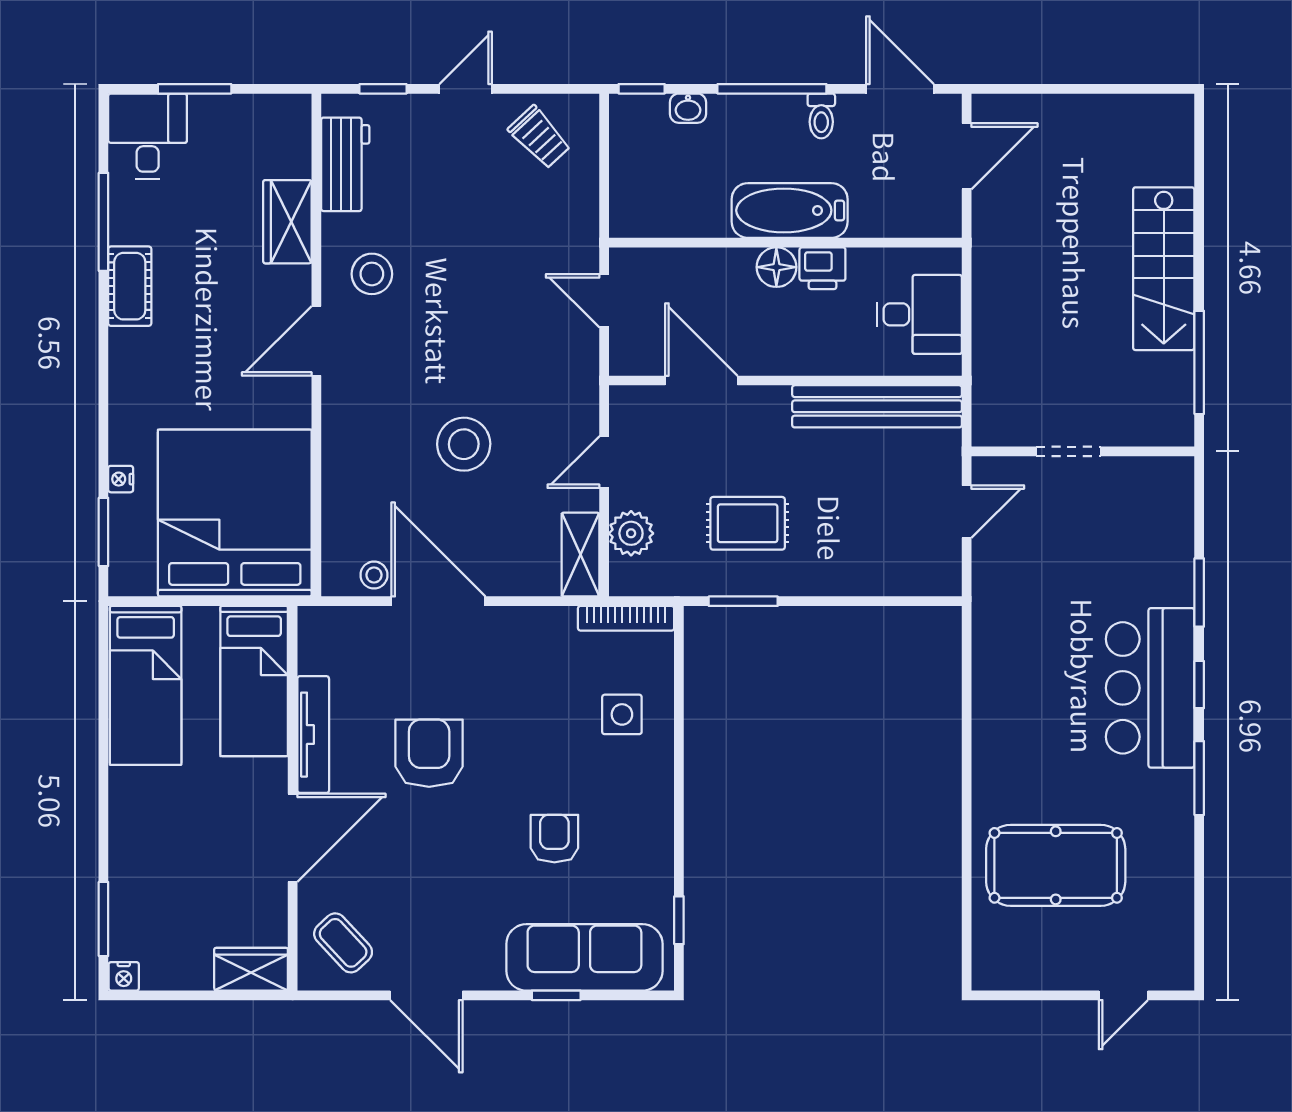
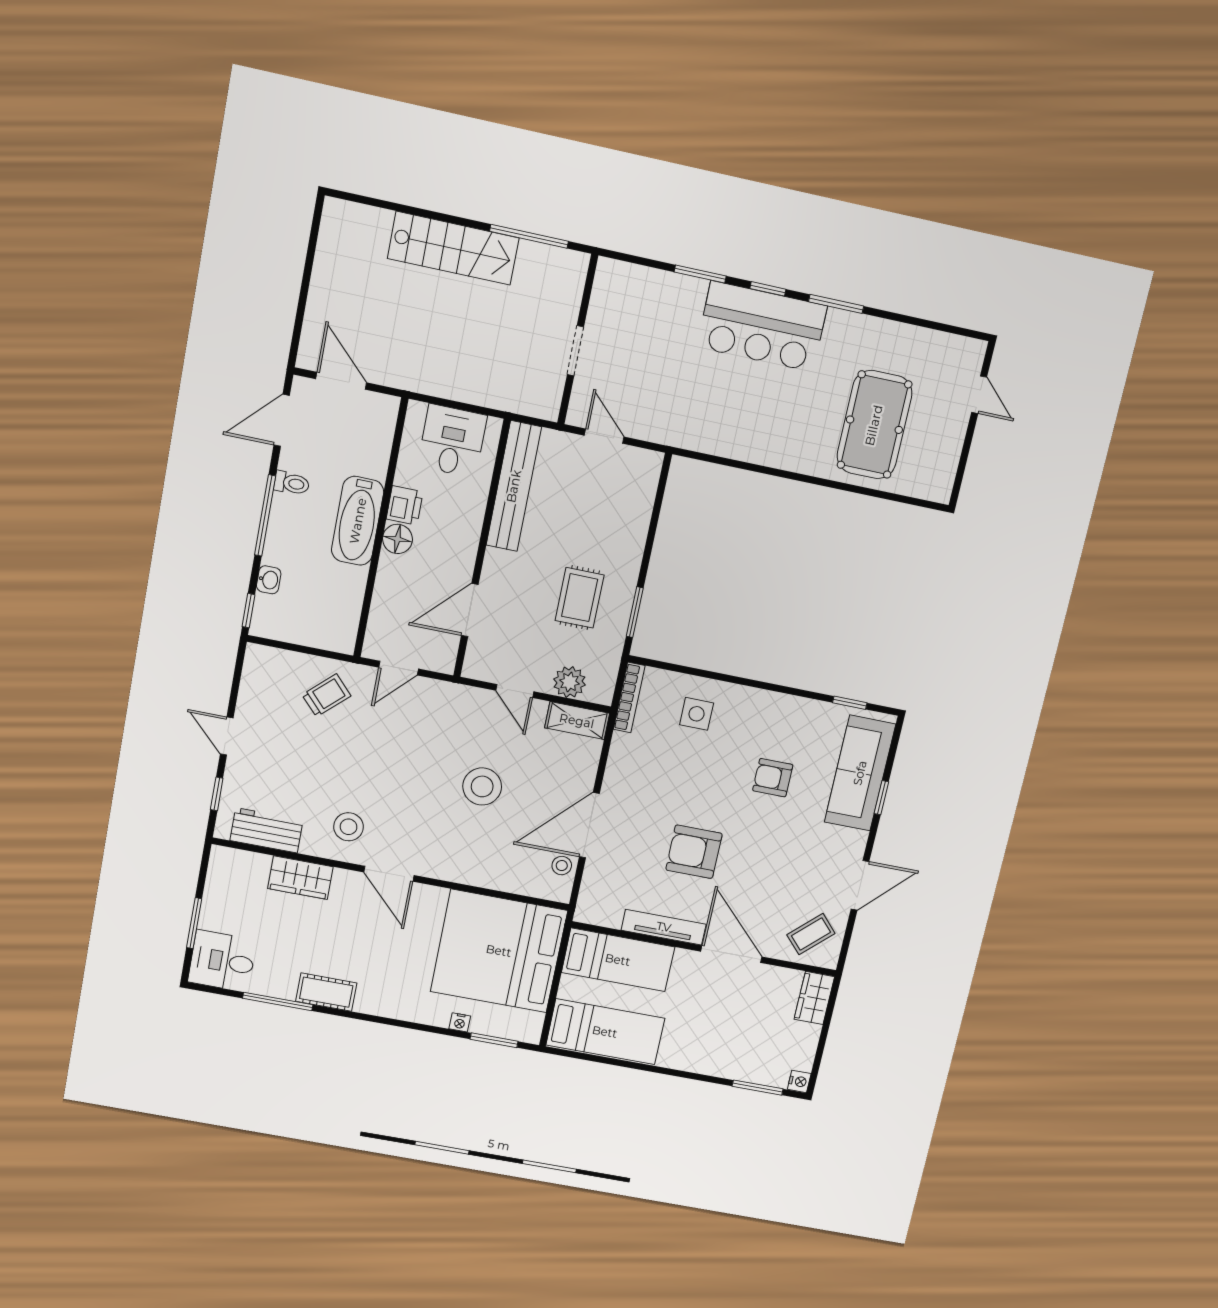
trolley: (539, 137) -> (326, 695), moved

